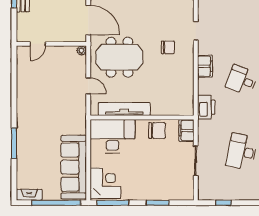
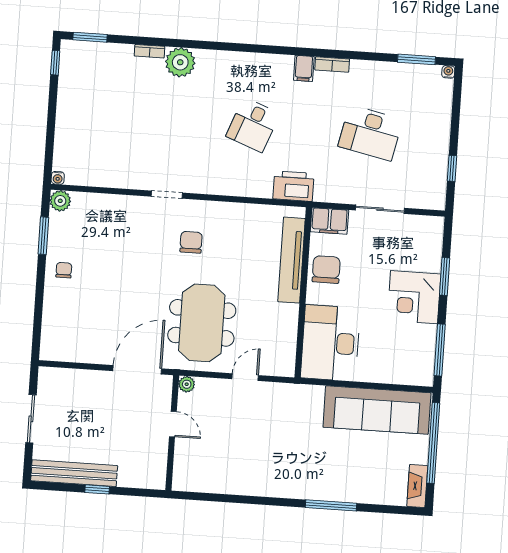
door: (38, 44) -> (173, 424), moved
filing cabinet: (205, 66) -> (226, 184), removed
tv unit: (124, 109) -> (292, 260), moved
corner desk: (105, 183) -> (414, 297), moved, turned -90

